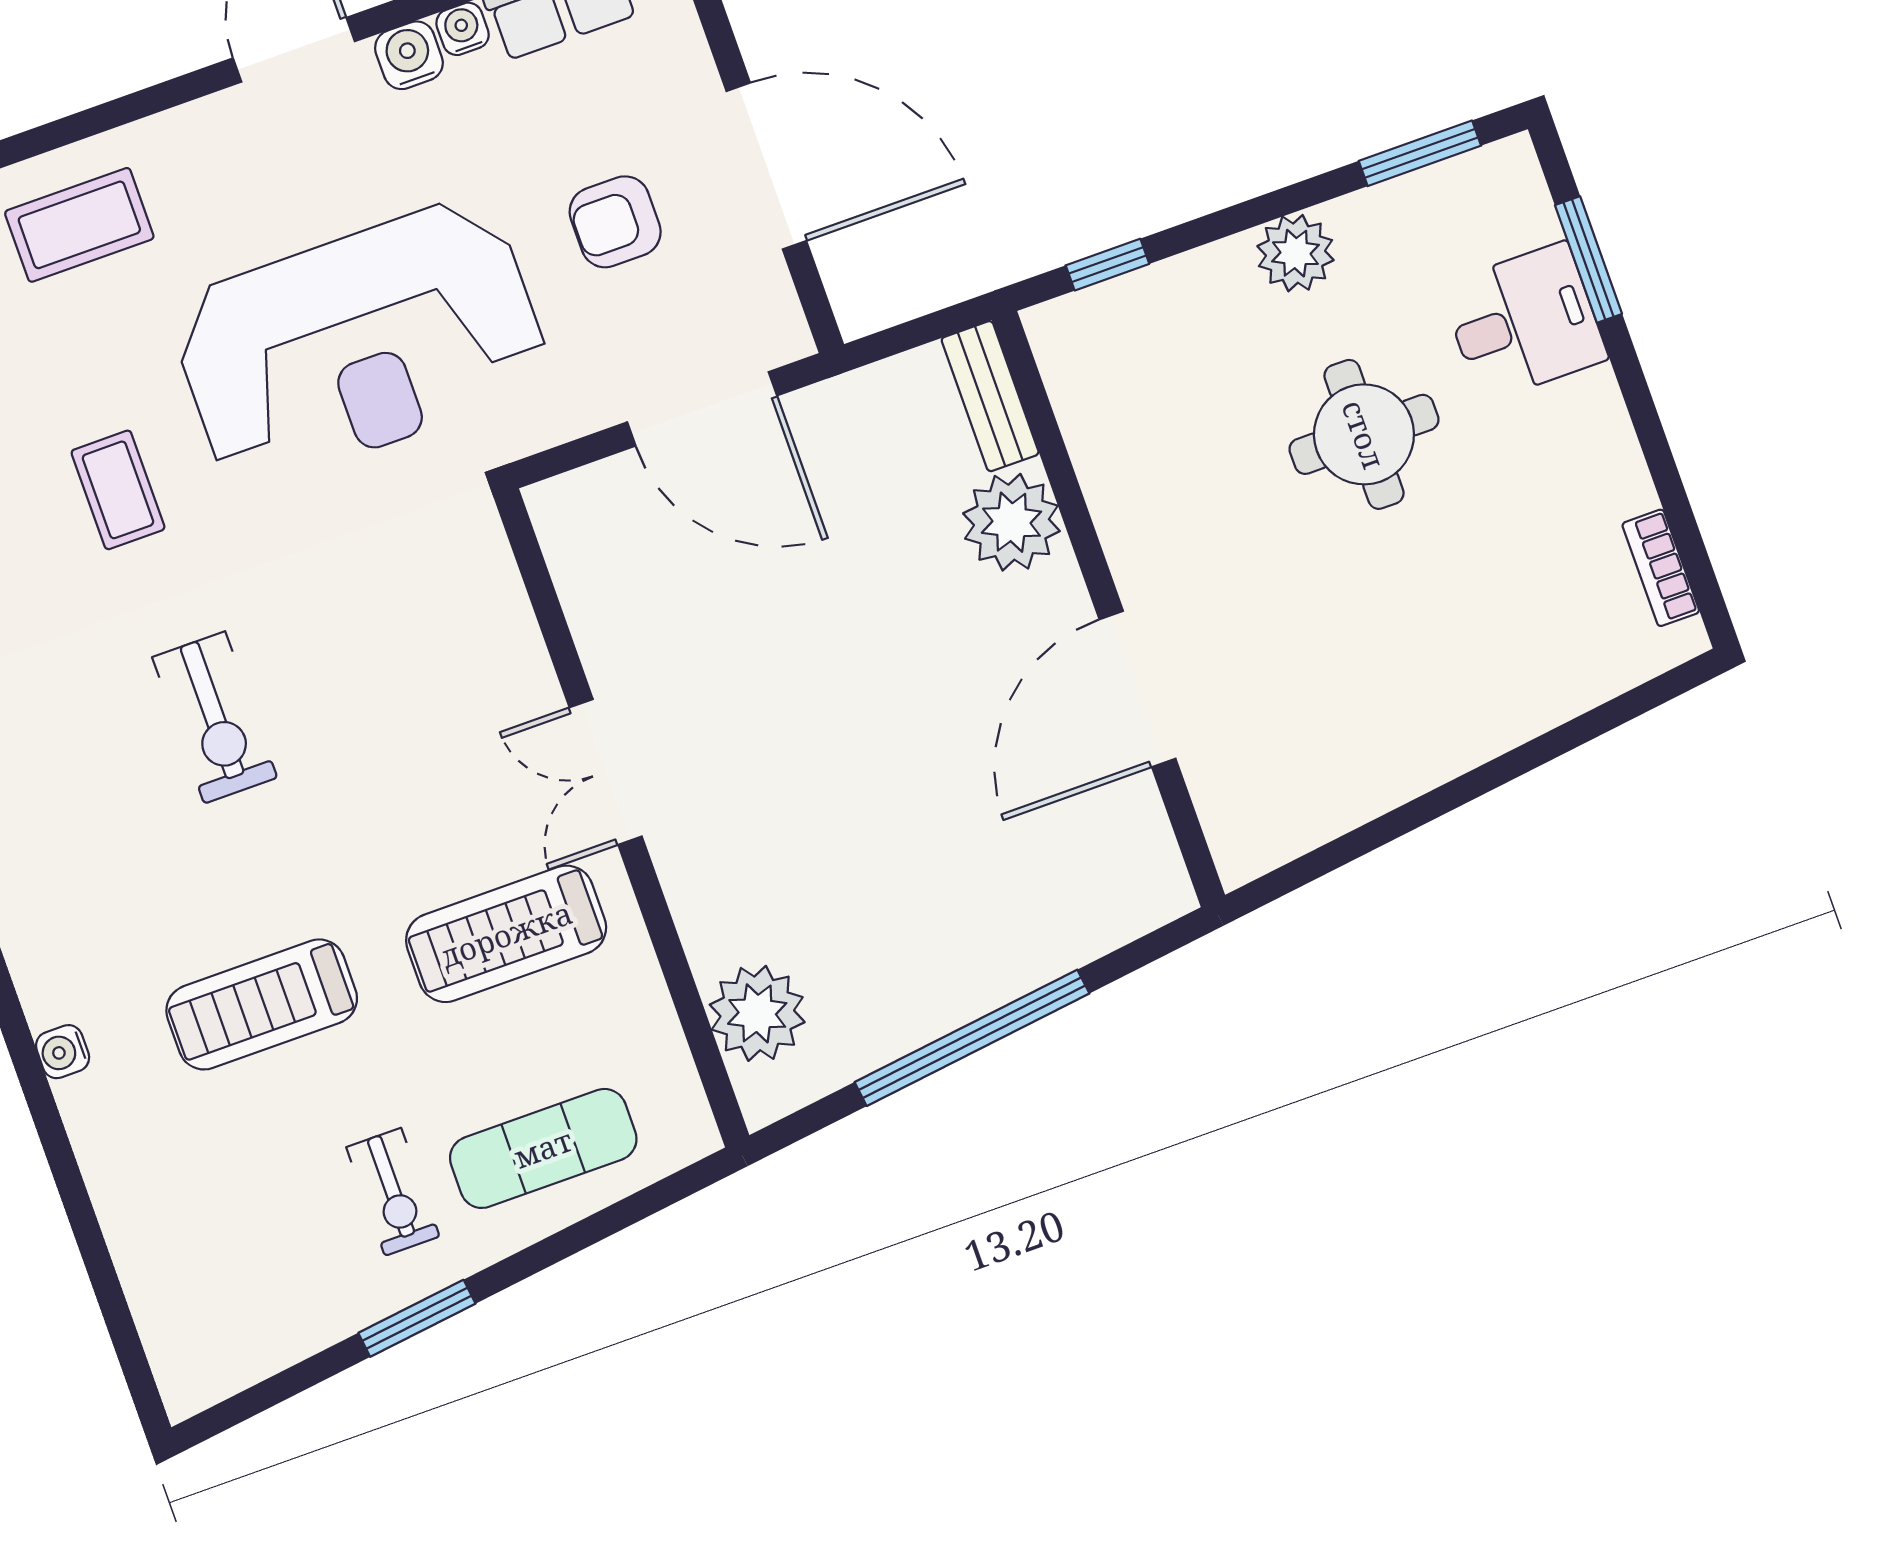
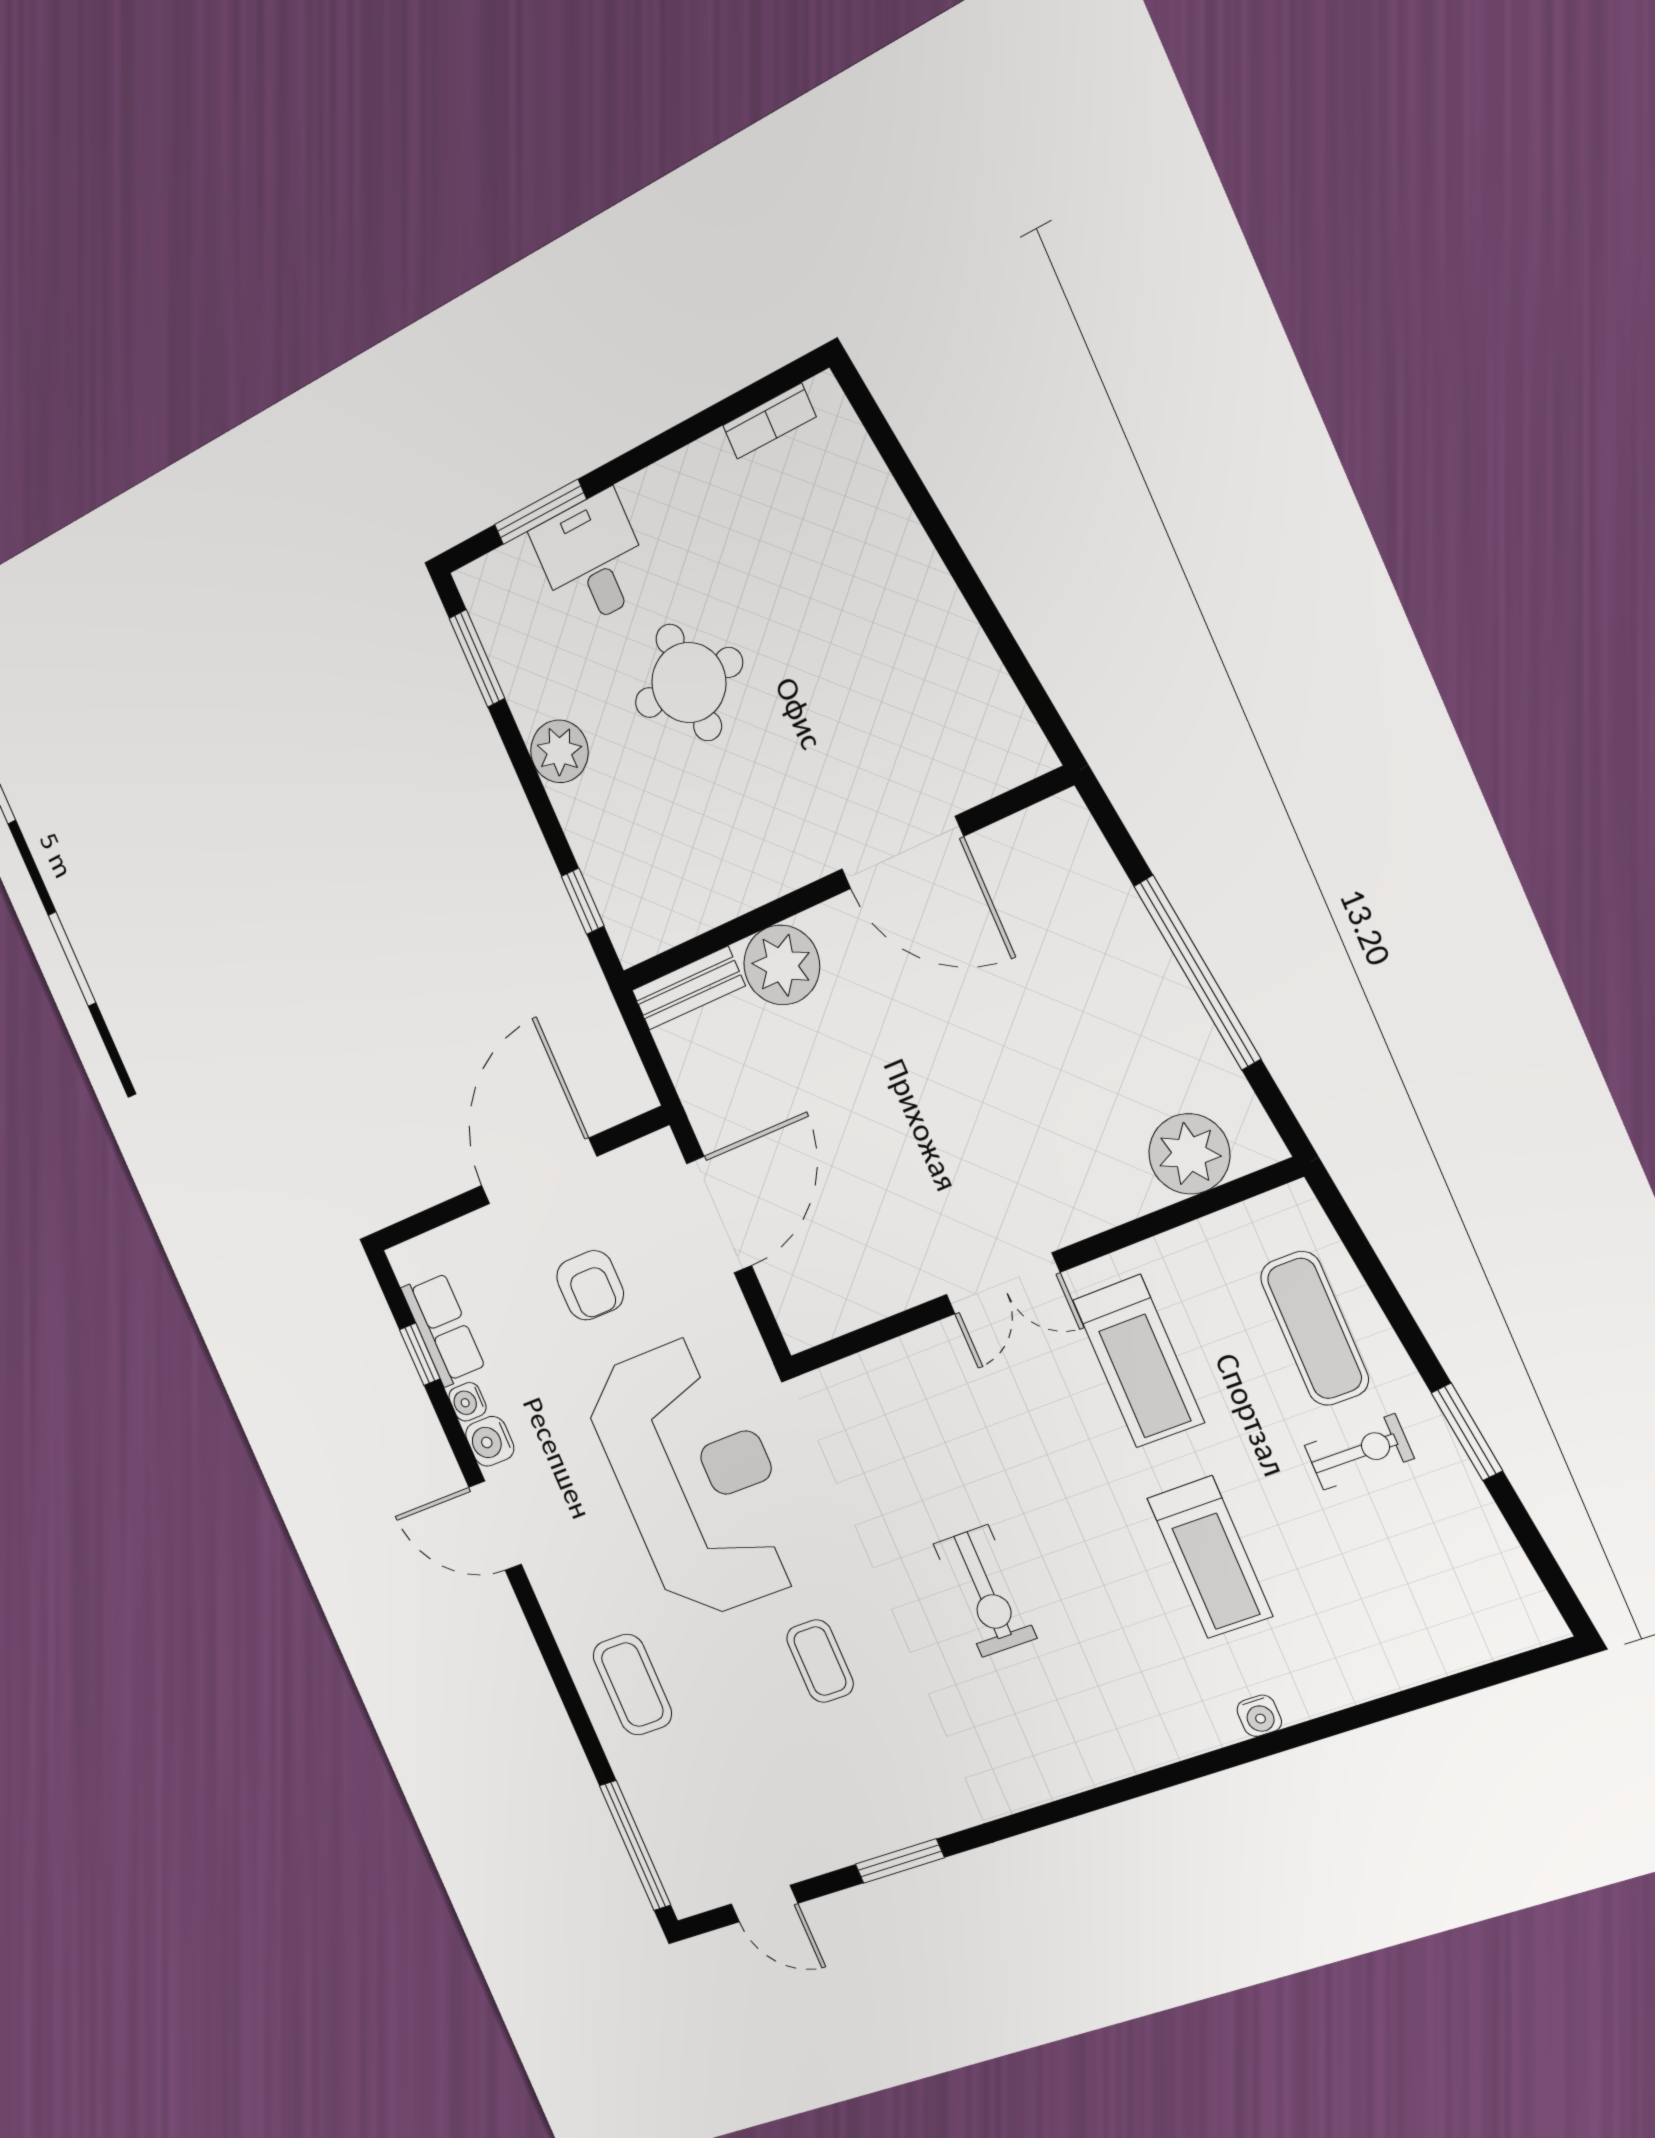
coffee table: (118, 490) -> (820, 1661), turned 90
exercise bike: (215, 717) -> (985, 1591), turned 90

